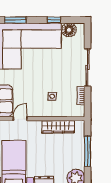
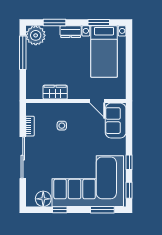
door: (20, 119) -> (97, 101), hinge flipped
wardrobe: (58, 127) -> (55, 92), width x0.67
window: (88, 151) -> (23, 53), moved

